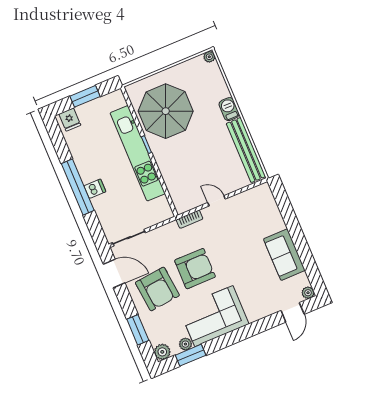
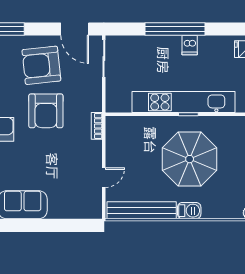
parasol: (166, 111) -> (190, 159), moved
dishwasher: (95, 189) -> (190, 45), moved
door: (217, 201) -> (104, 178), moved
door: (114, 273) -> (75, 29), hinge flipped

